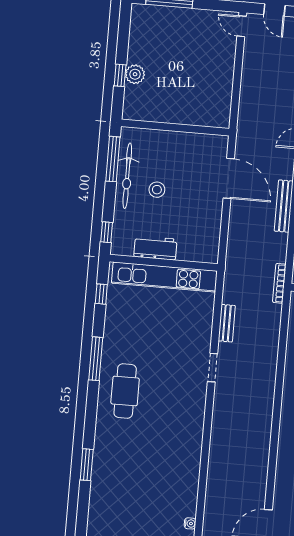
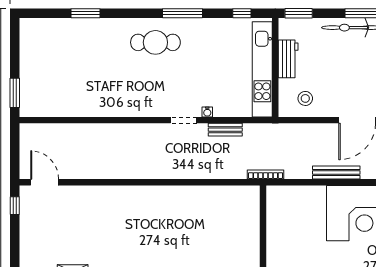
stool: (157, 190) -> (305, 98), moved
window: (107, 232) -> (299, 13), width x1.50
water cooler: (190, 523) -> (207, 112), moved

